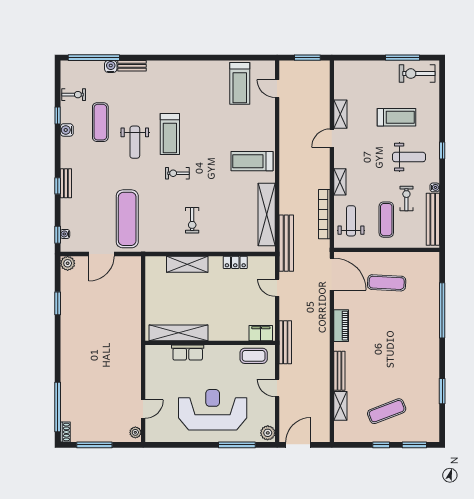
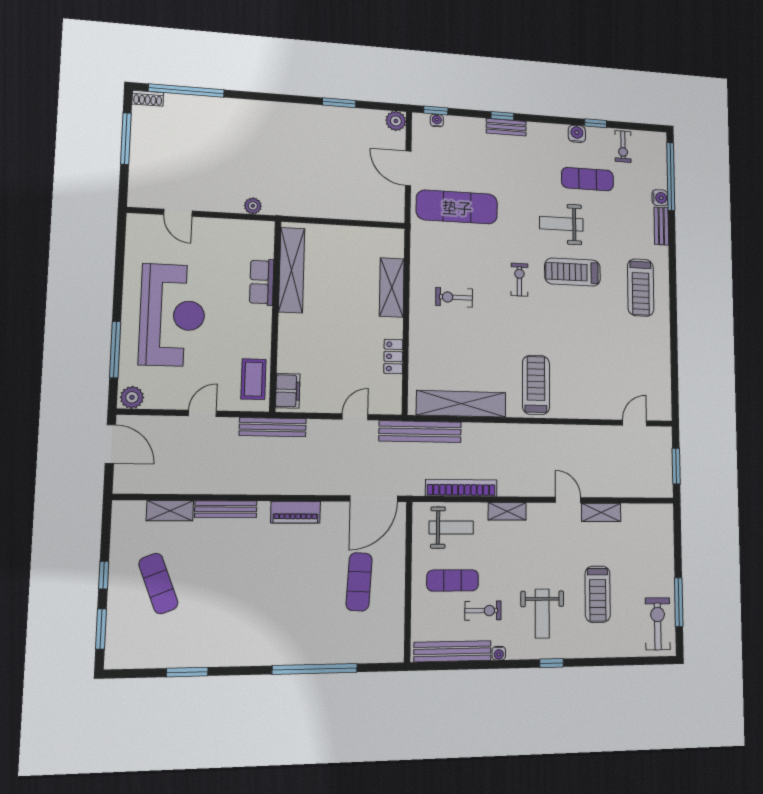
treadmill: (240, 83) -> (641, 288), moved, turned -90
plant: (135, 432) -> (253, 206), moved

